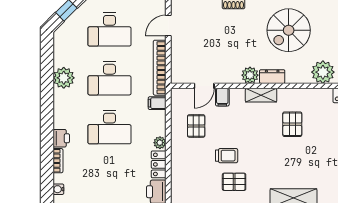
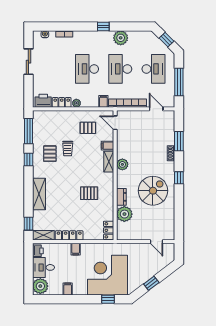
desk: (110, 29) -> (154, 69), turned 180
spiral stairs: (289, 30) -> (153, 191), turned 90
dresser: (272, 77) -> (121, 197), moved
door: (204, 86) -> (115, 123), moved
shelving: (261, 95) -> (109, 162), moved
window: (47, 103) -> (103, 26), added
printer: (61, 138) -> (80, 36), removed

